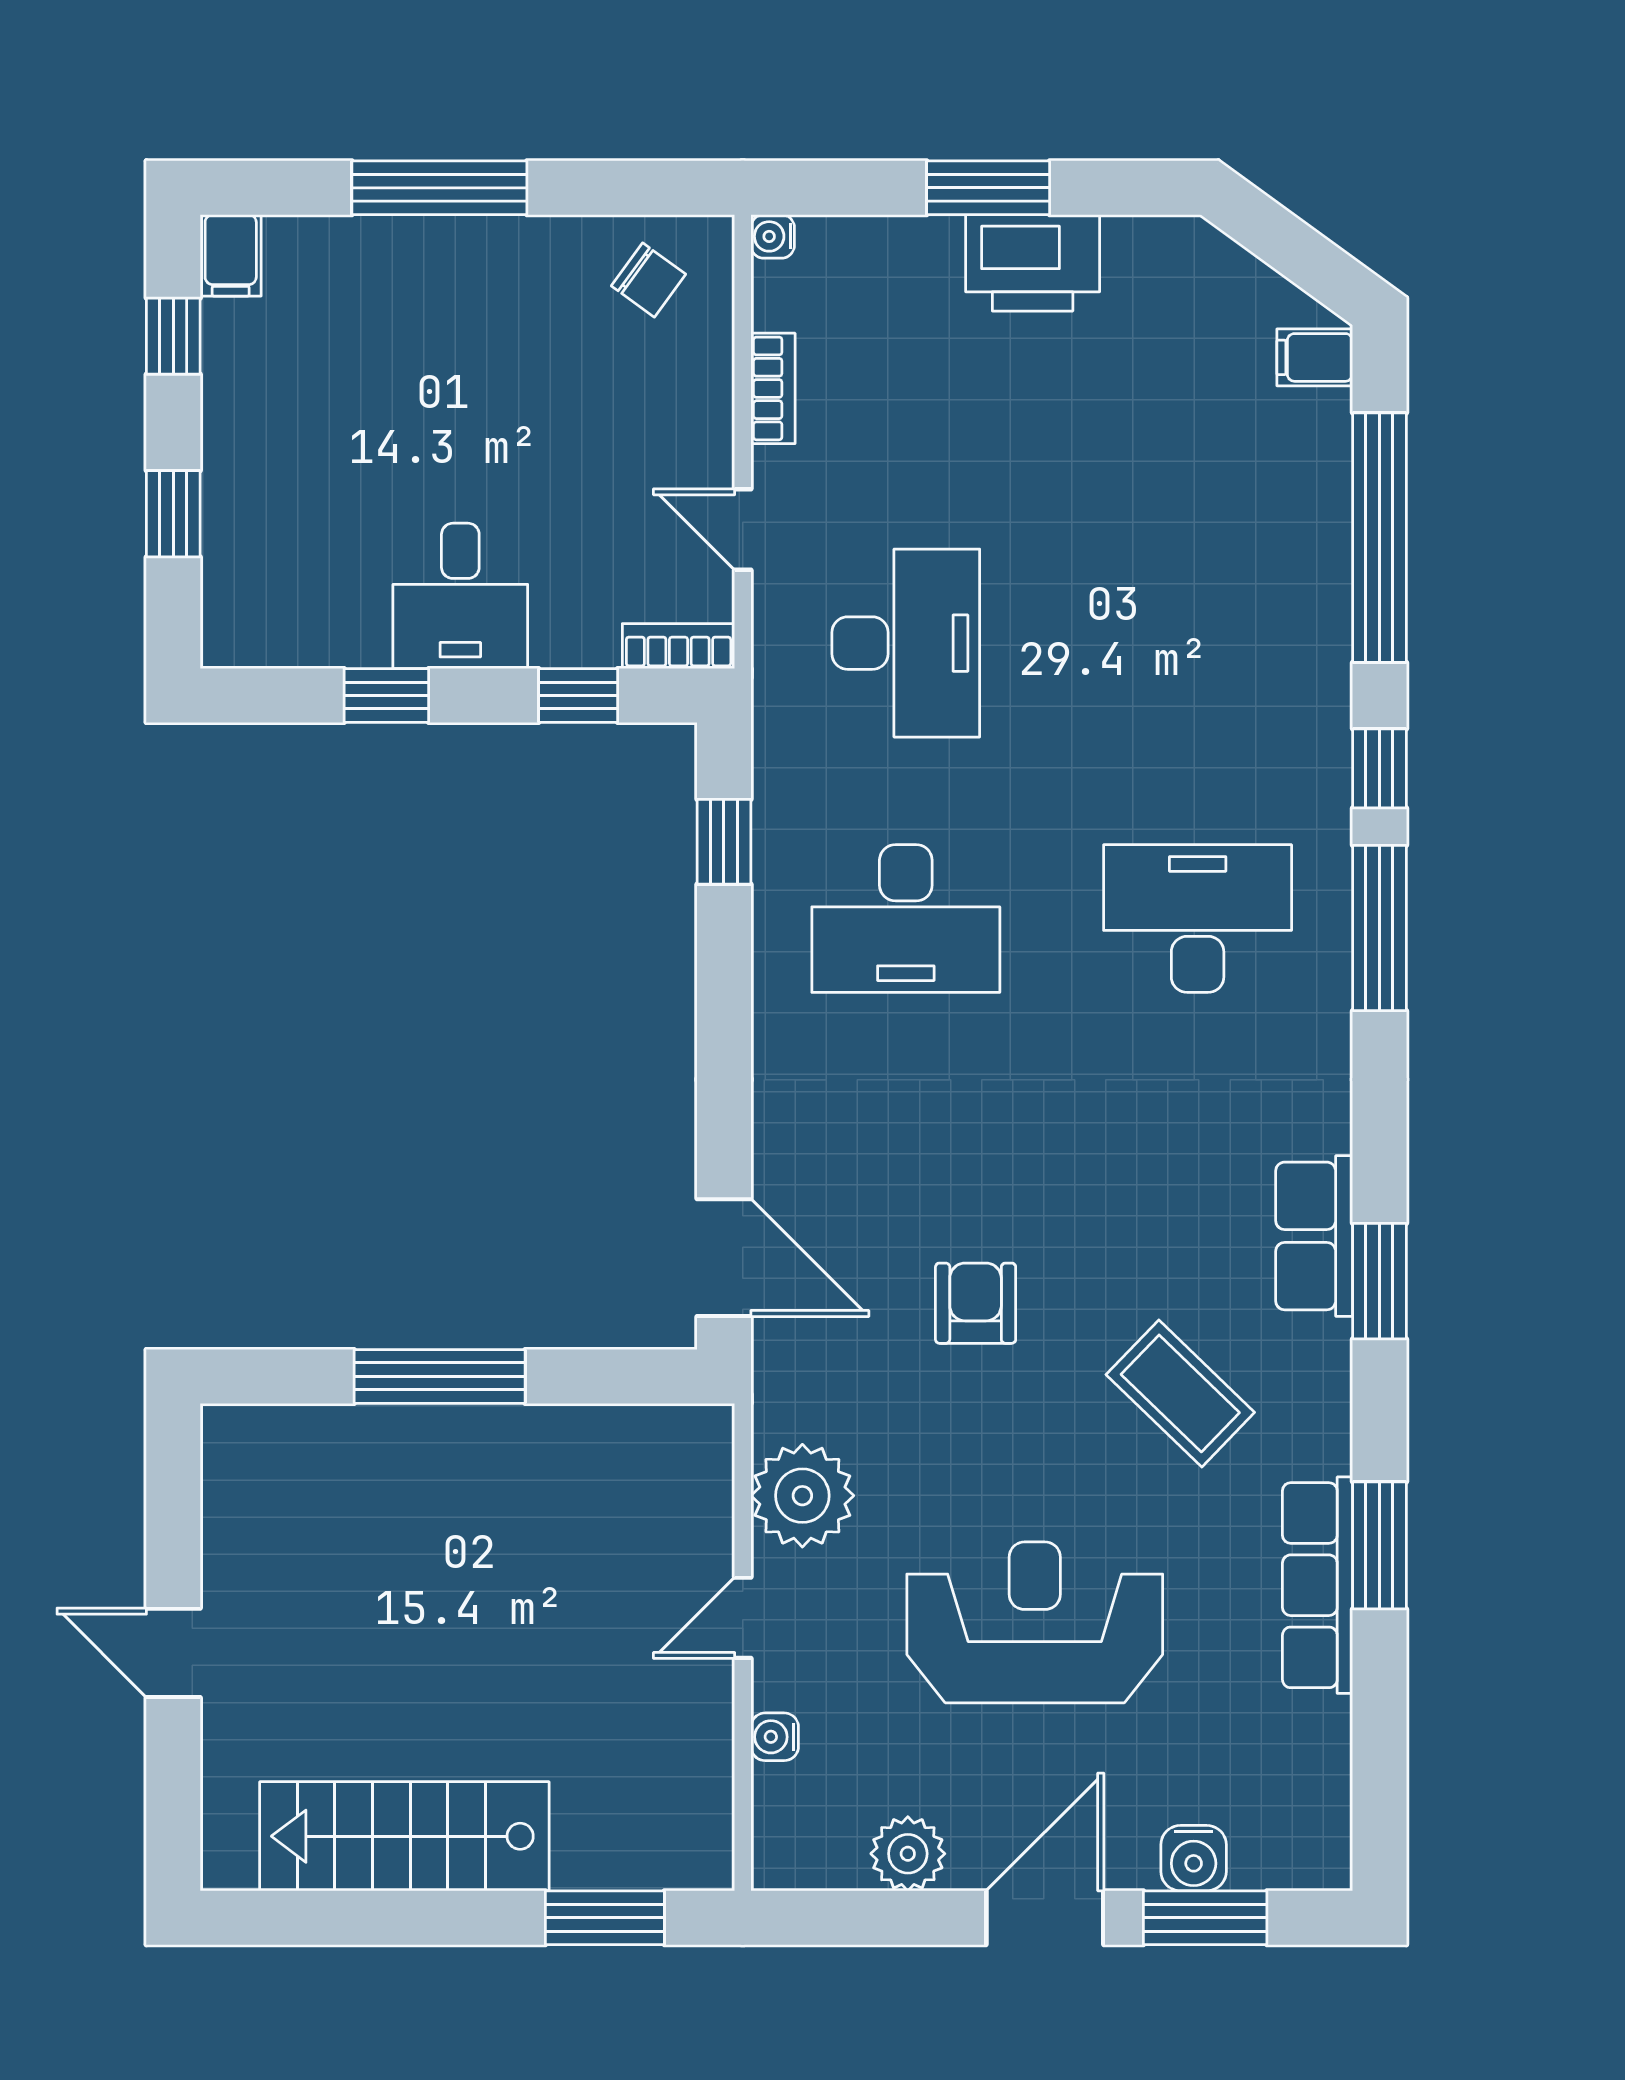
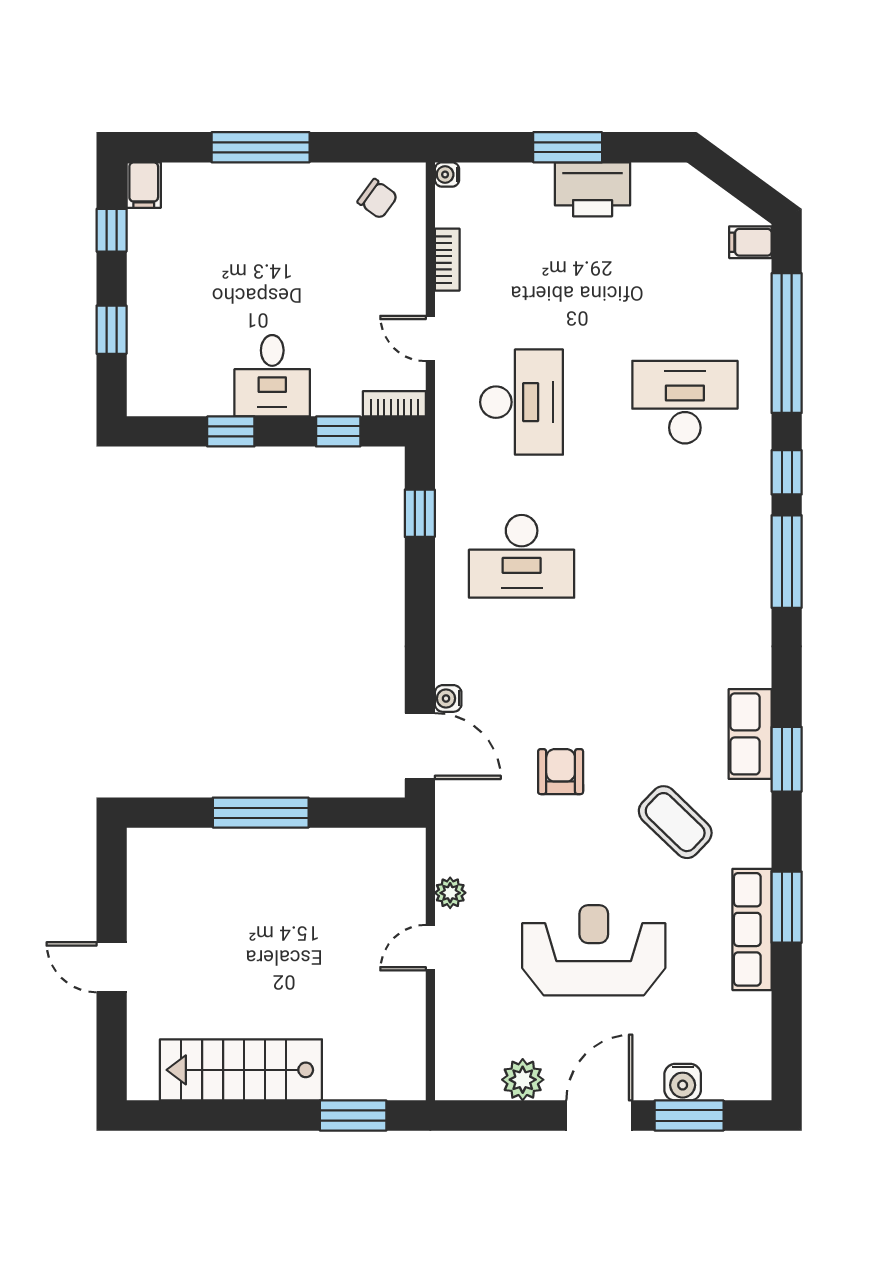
desk: (1198, 919) -> (685, 402), moved
plant: (802, 1496) -> (450, 893), width x0.53, depth x0.53
water cooler: (775, 1737) -> (448, 698), moved

